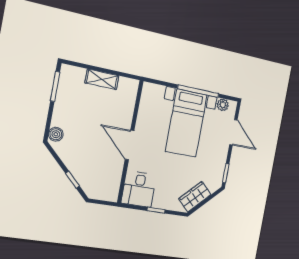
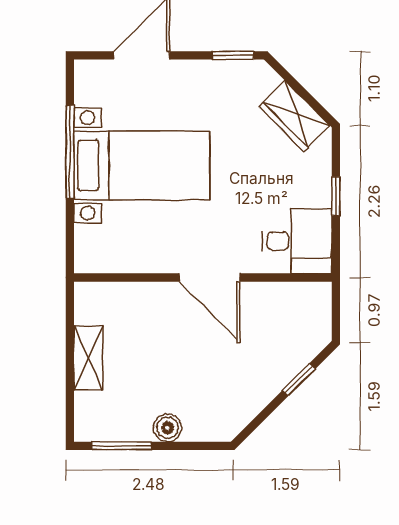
plant: (223, 105) -> (87, 92), removed
boiler: (56, 134) -> (168, 428), moved
door: (130, 145) -> (209, 278), hinge flipped

